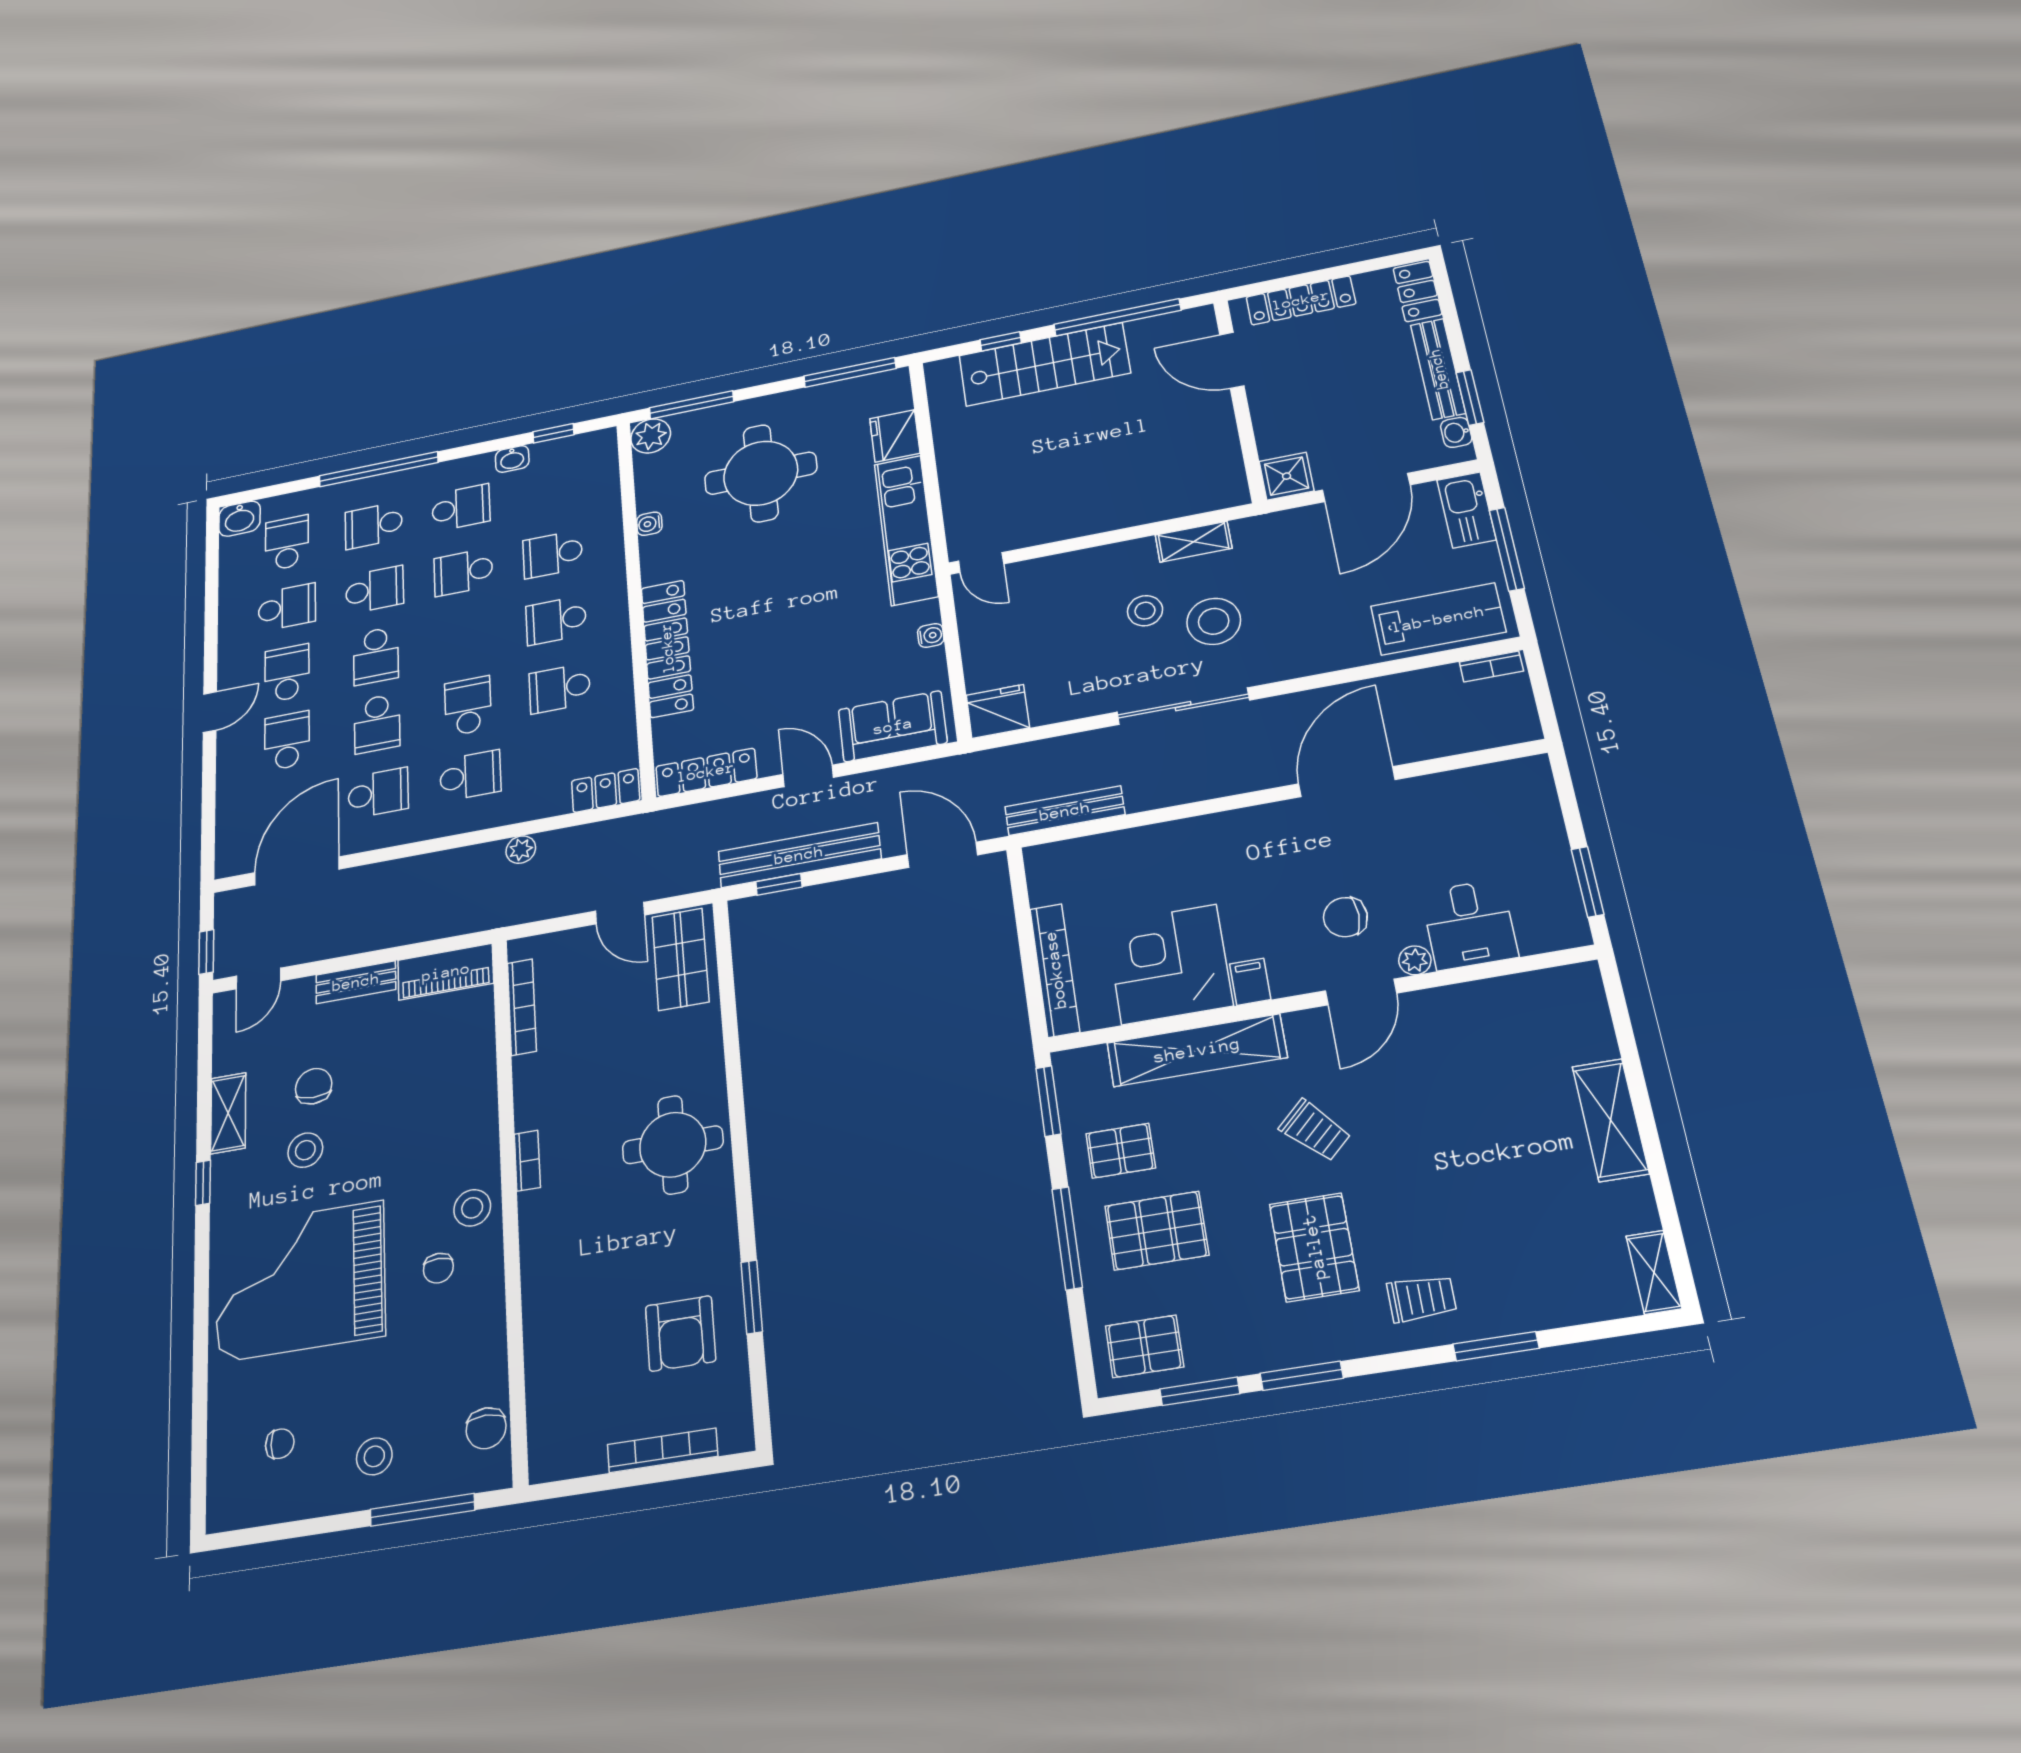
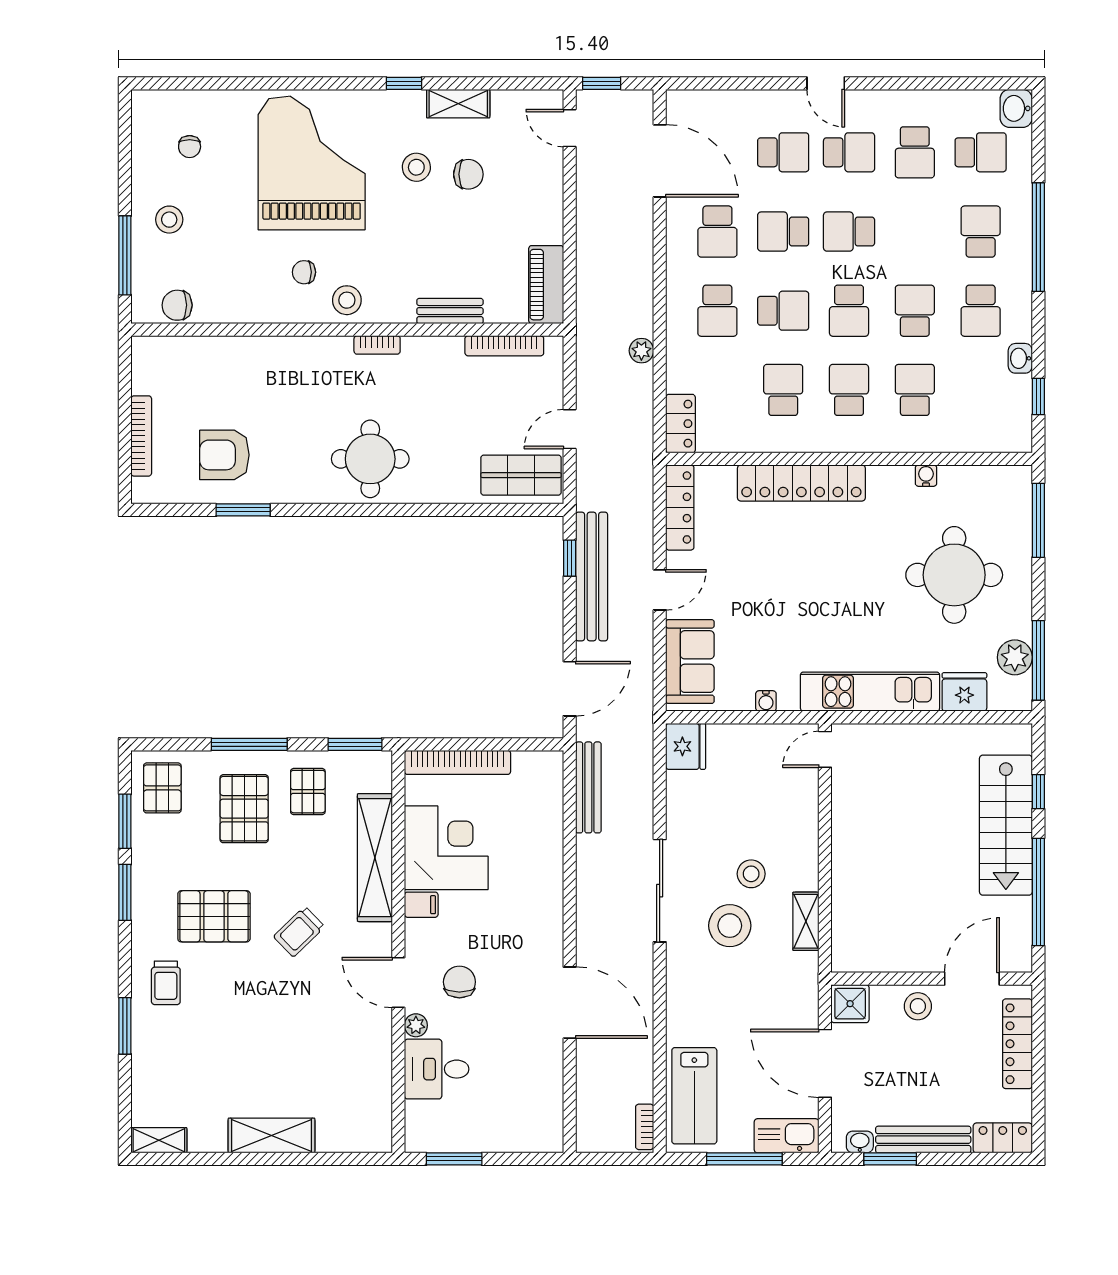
stool: (1276, 407) -> (918, 1006), added
plant: (651, 436) -> (1015, 657), moved
school desk: (375, 590) -> (849, 311), moved
bench: (356, 982) -> (450, 311), moved, turned 90

